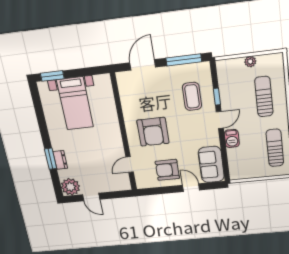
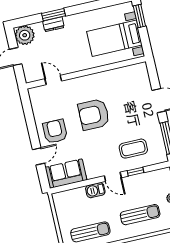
wall: (124, 133) -> (86, 72), moved
door: (130, 165) -> (53, 80), moved

